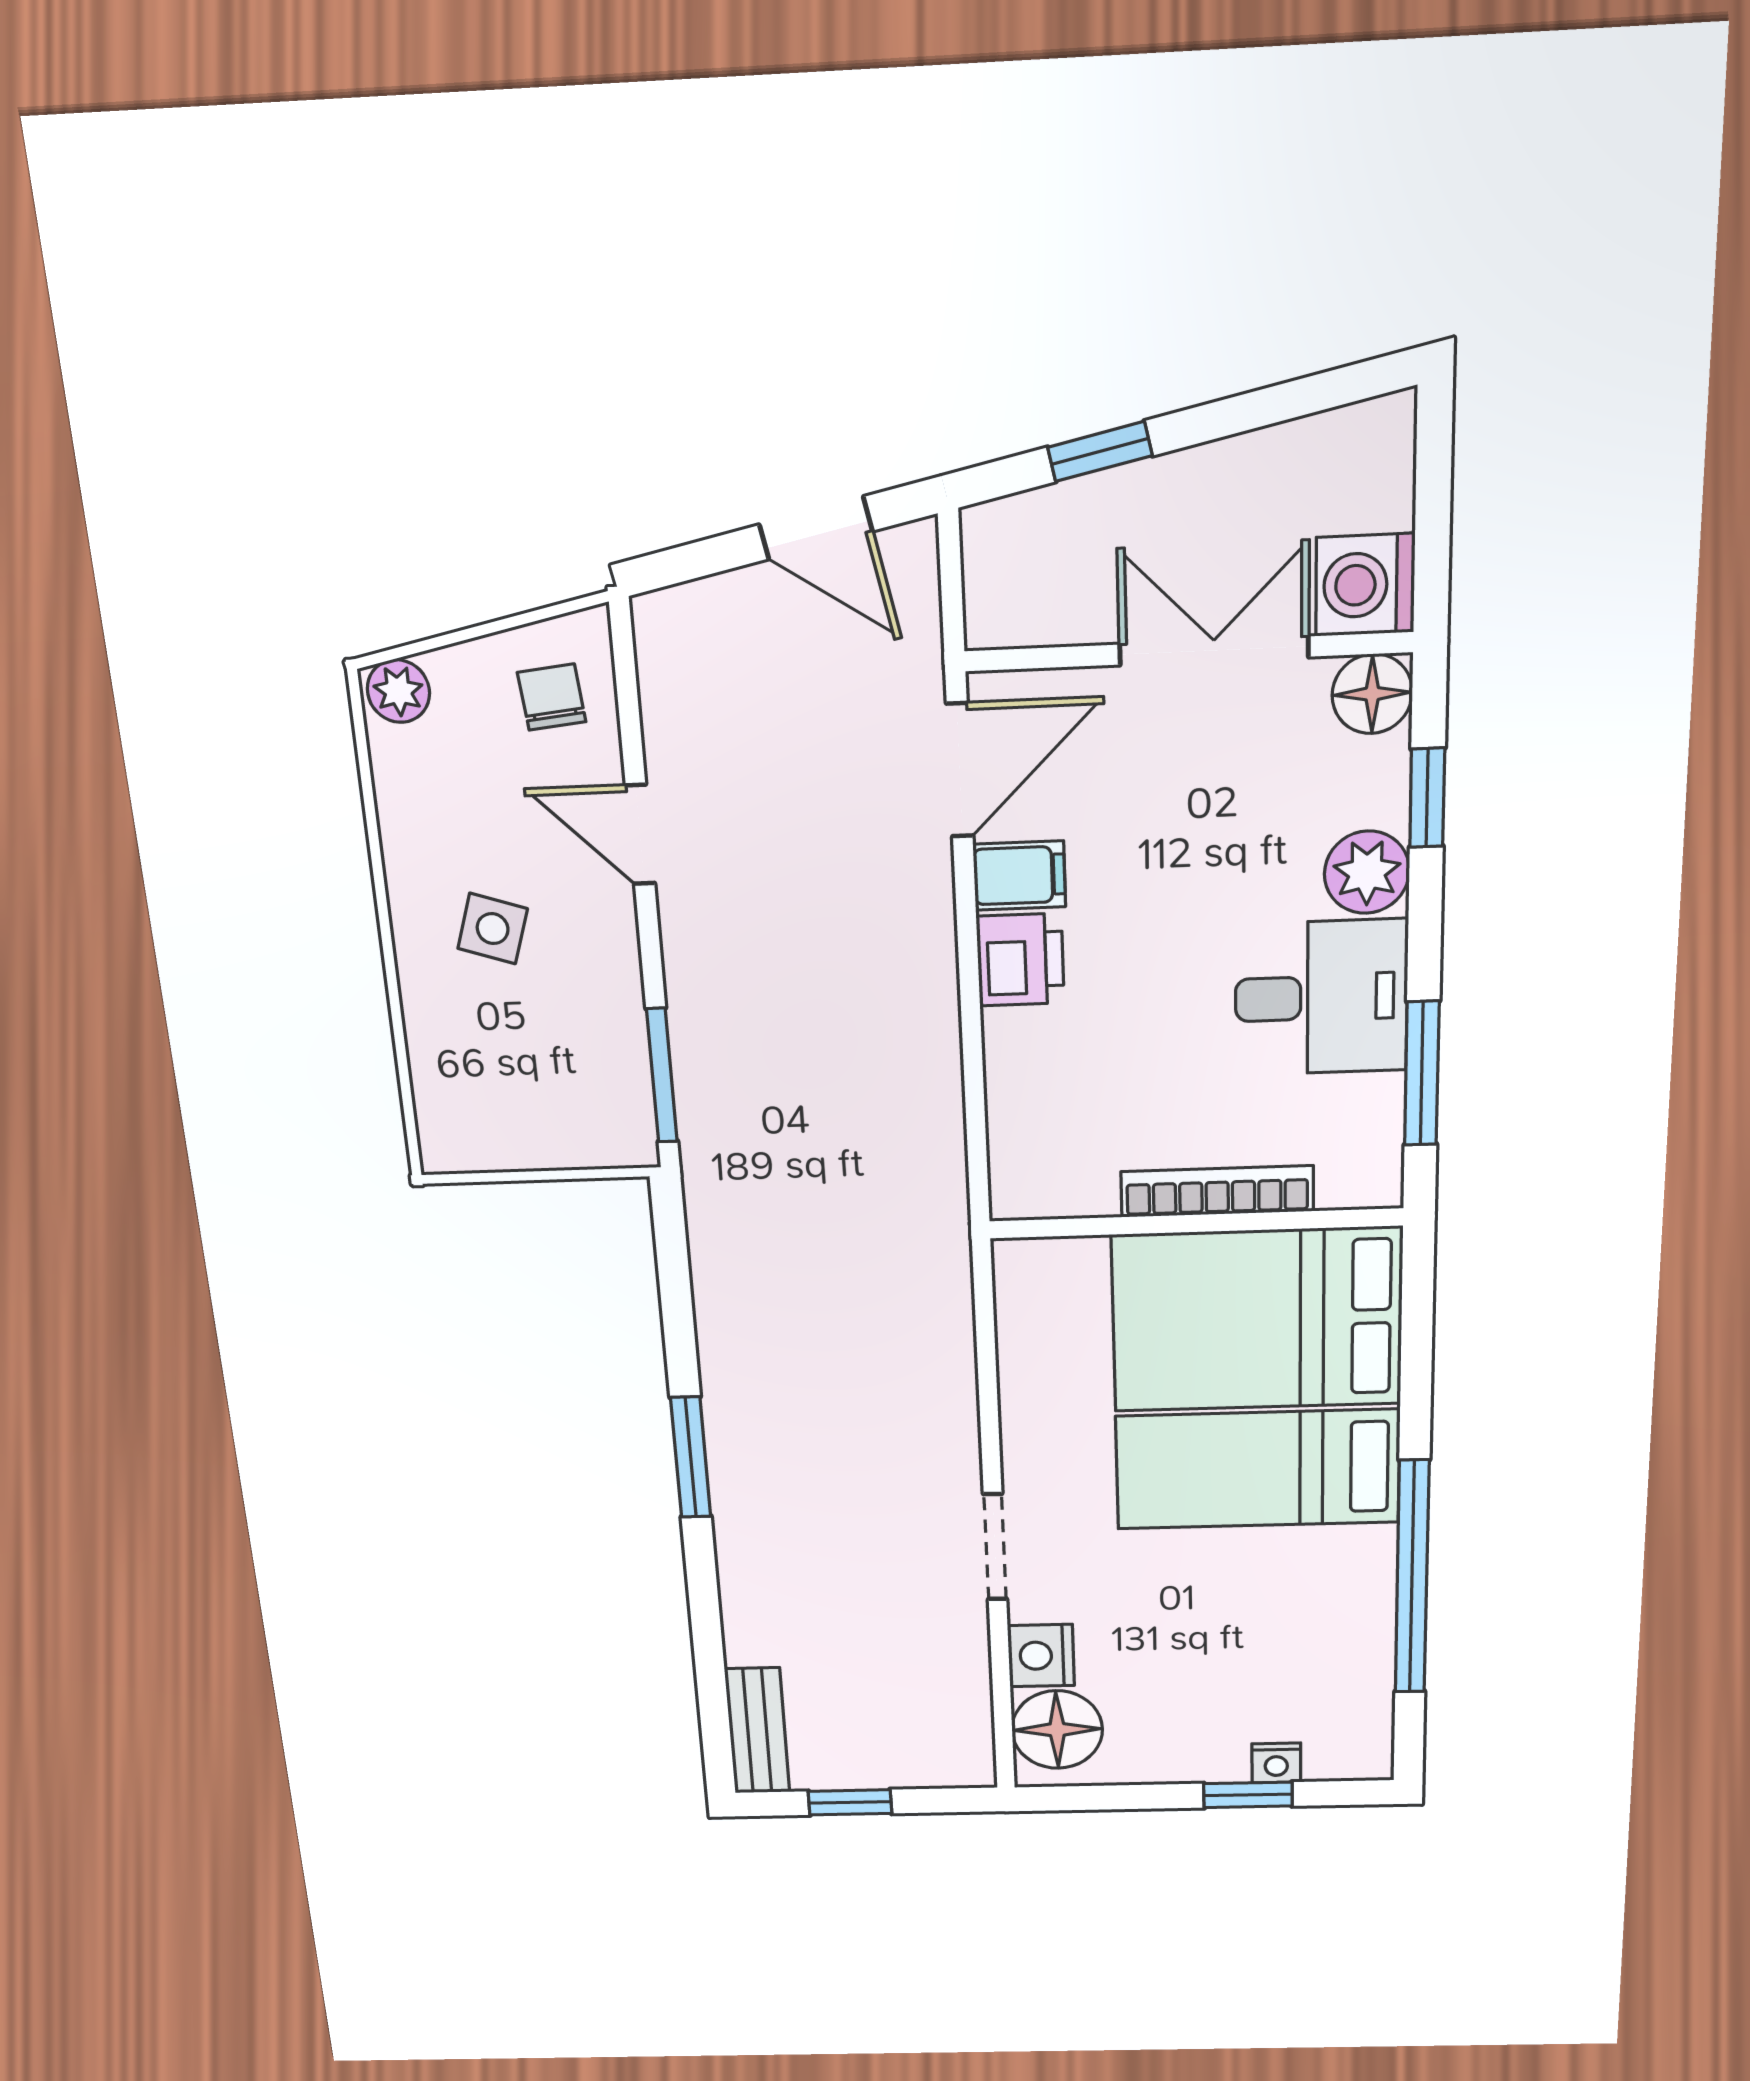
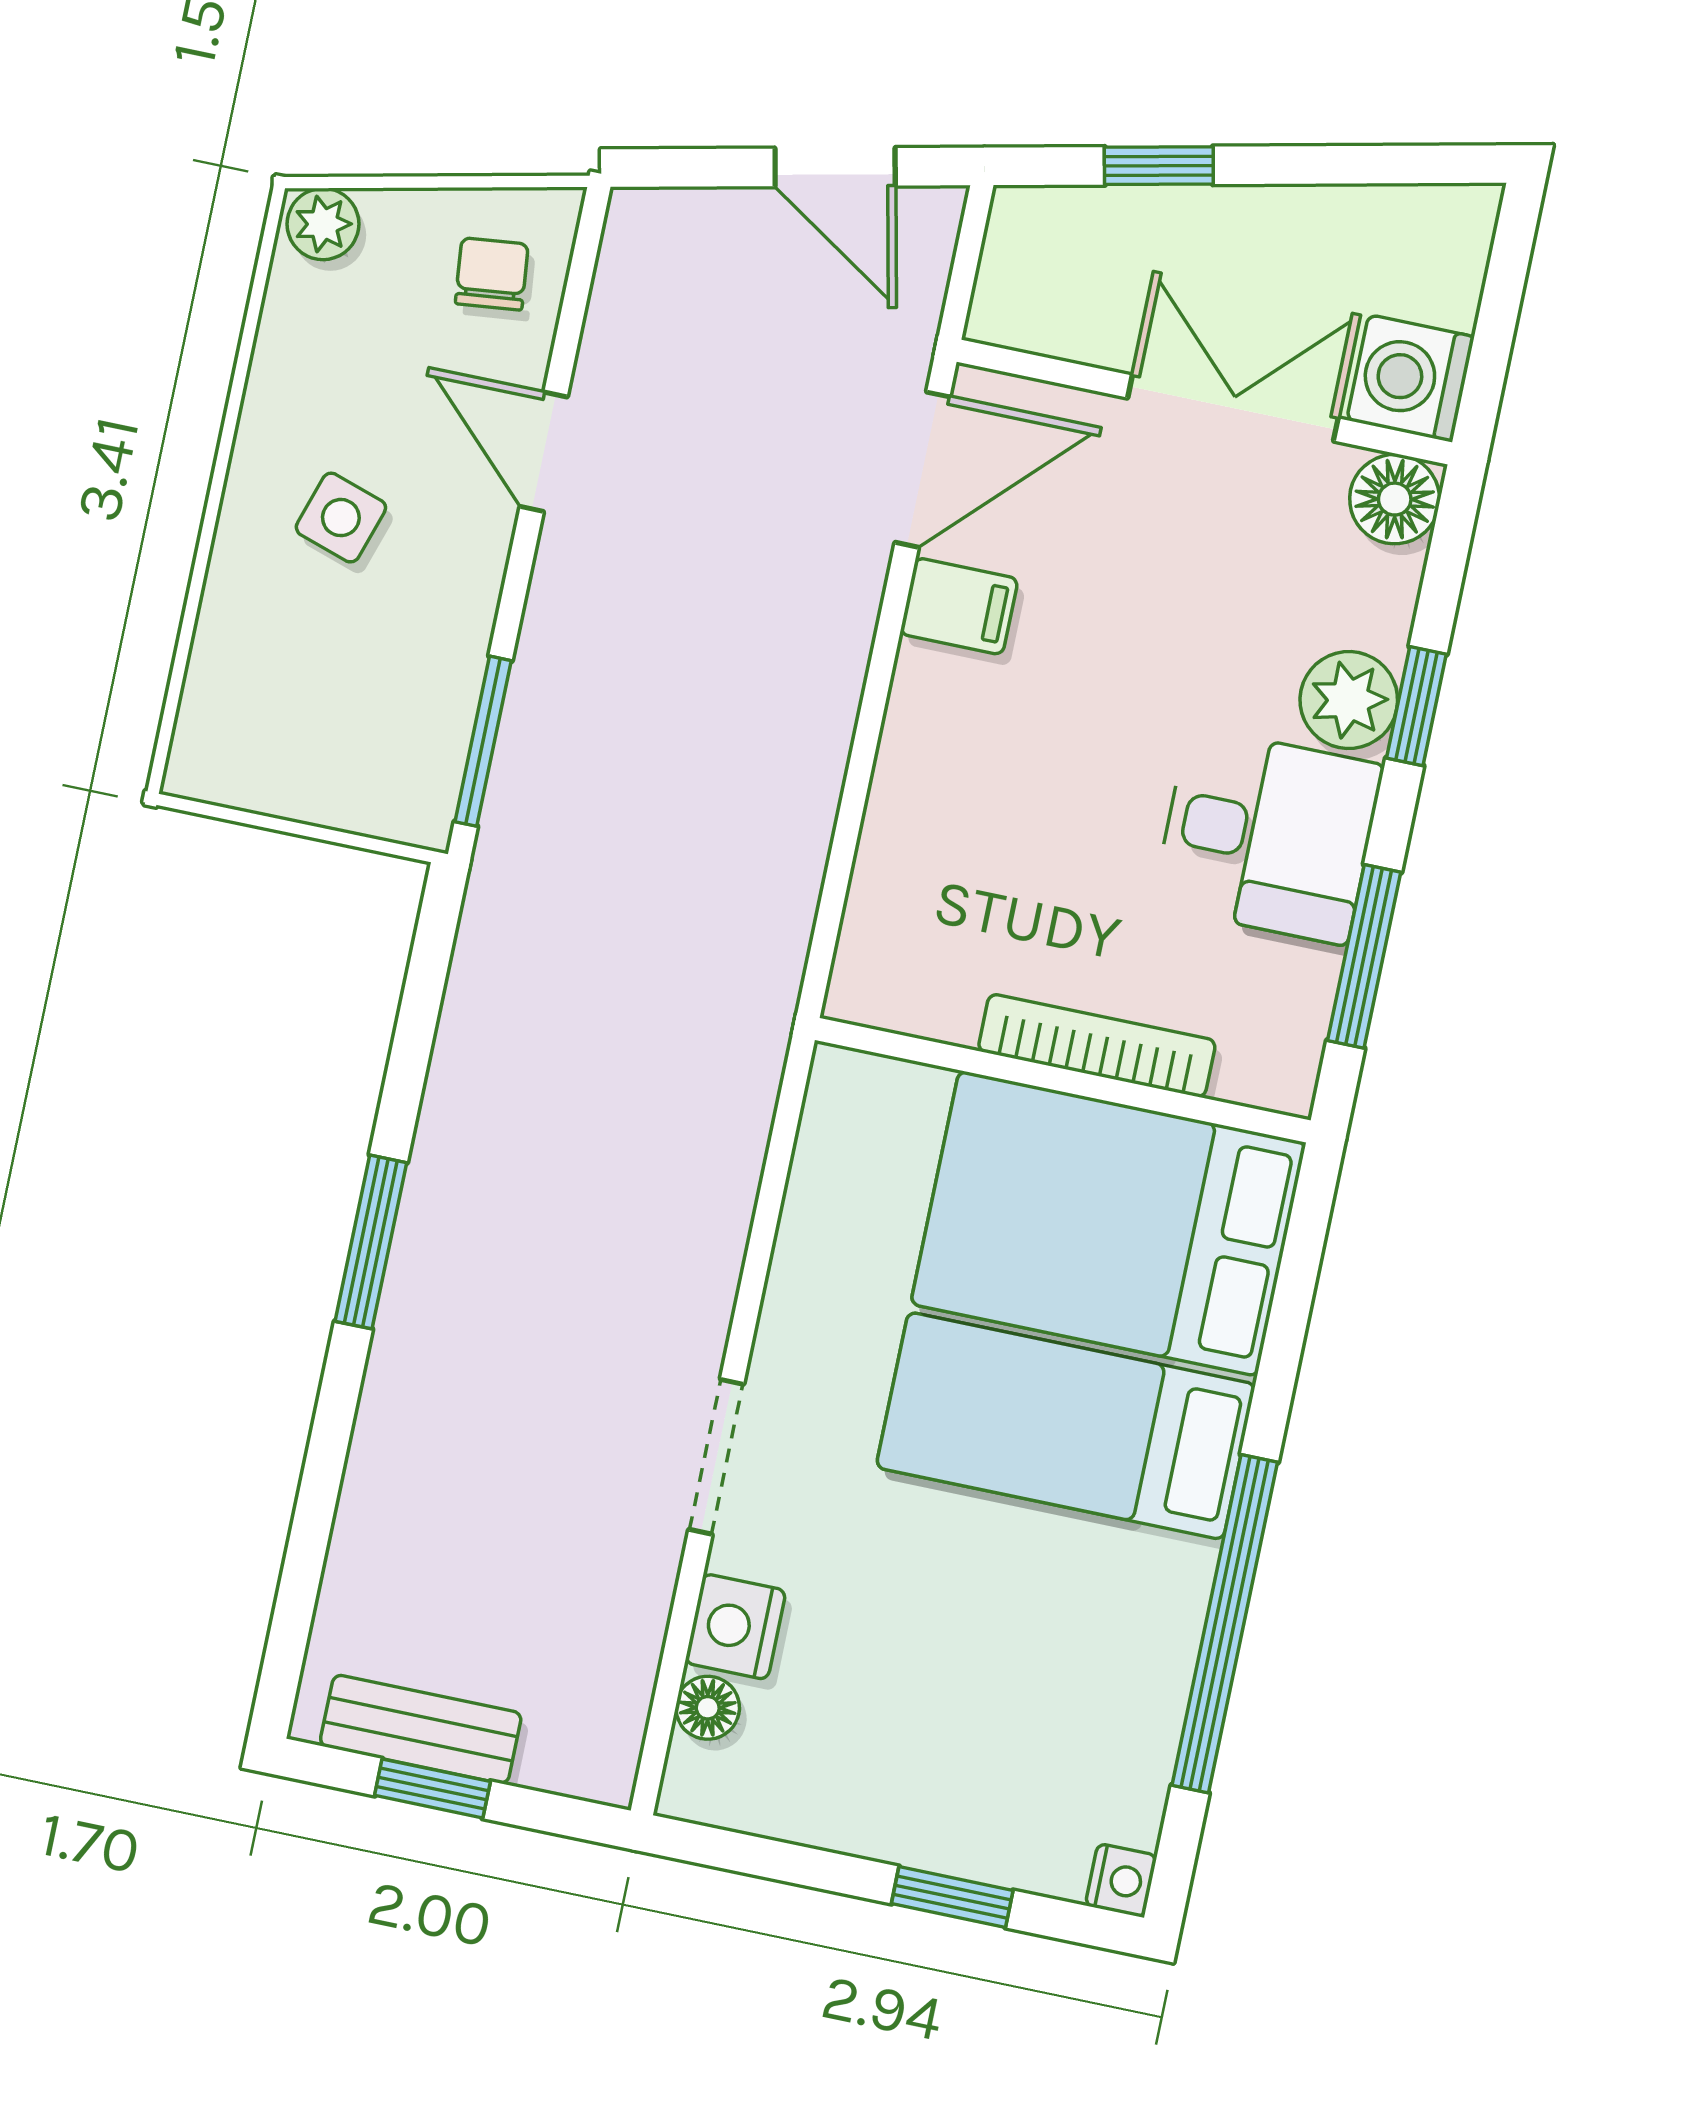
window: (1427, 798) -> (1416, 706), moved
printer: (1020, 960) -> (936, 705), removed
floor lamp: (1057, 1730) -> (708, 1708), width x0.53, depth x0.53
bench: (757, 1731) -> (421, 1729), moved, turned 90
nightstand: (1276, 1763) -> (1121, 1880), moved, turned -90

